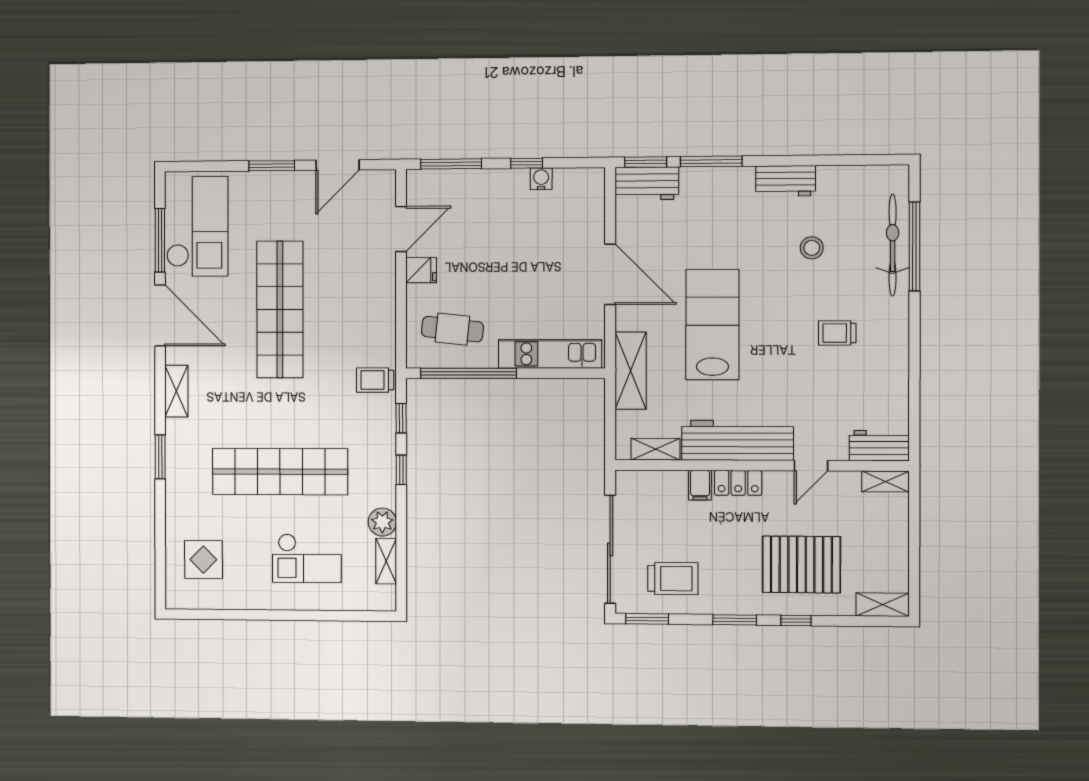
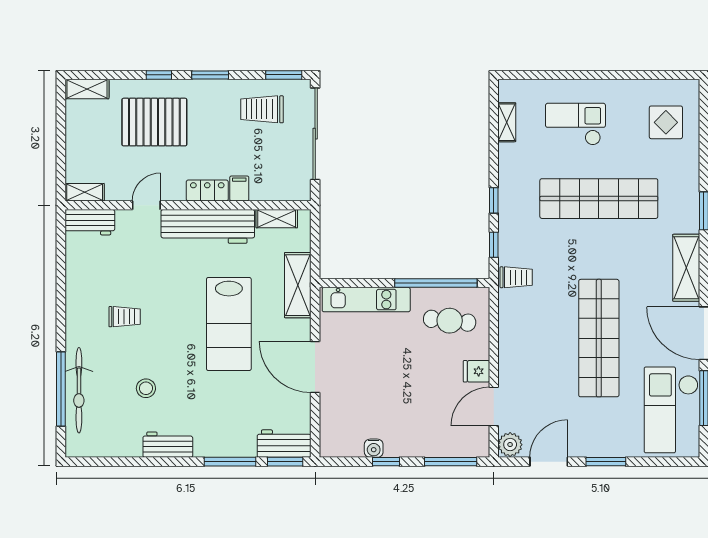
shelving: (176, 391) -> (686, 268), width x1.50, depth x1.33
plant: (382, 522) -> (510, 445), moved

